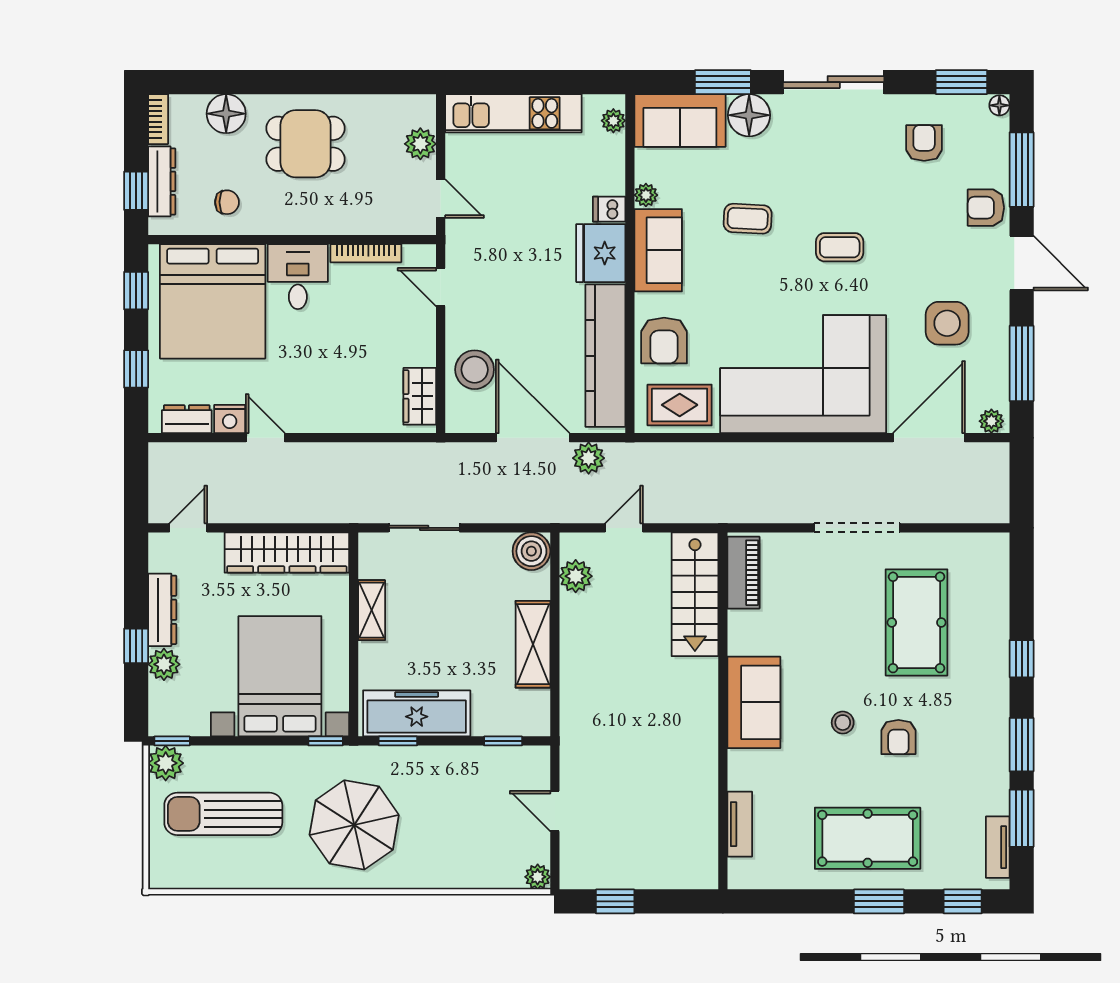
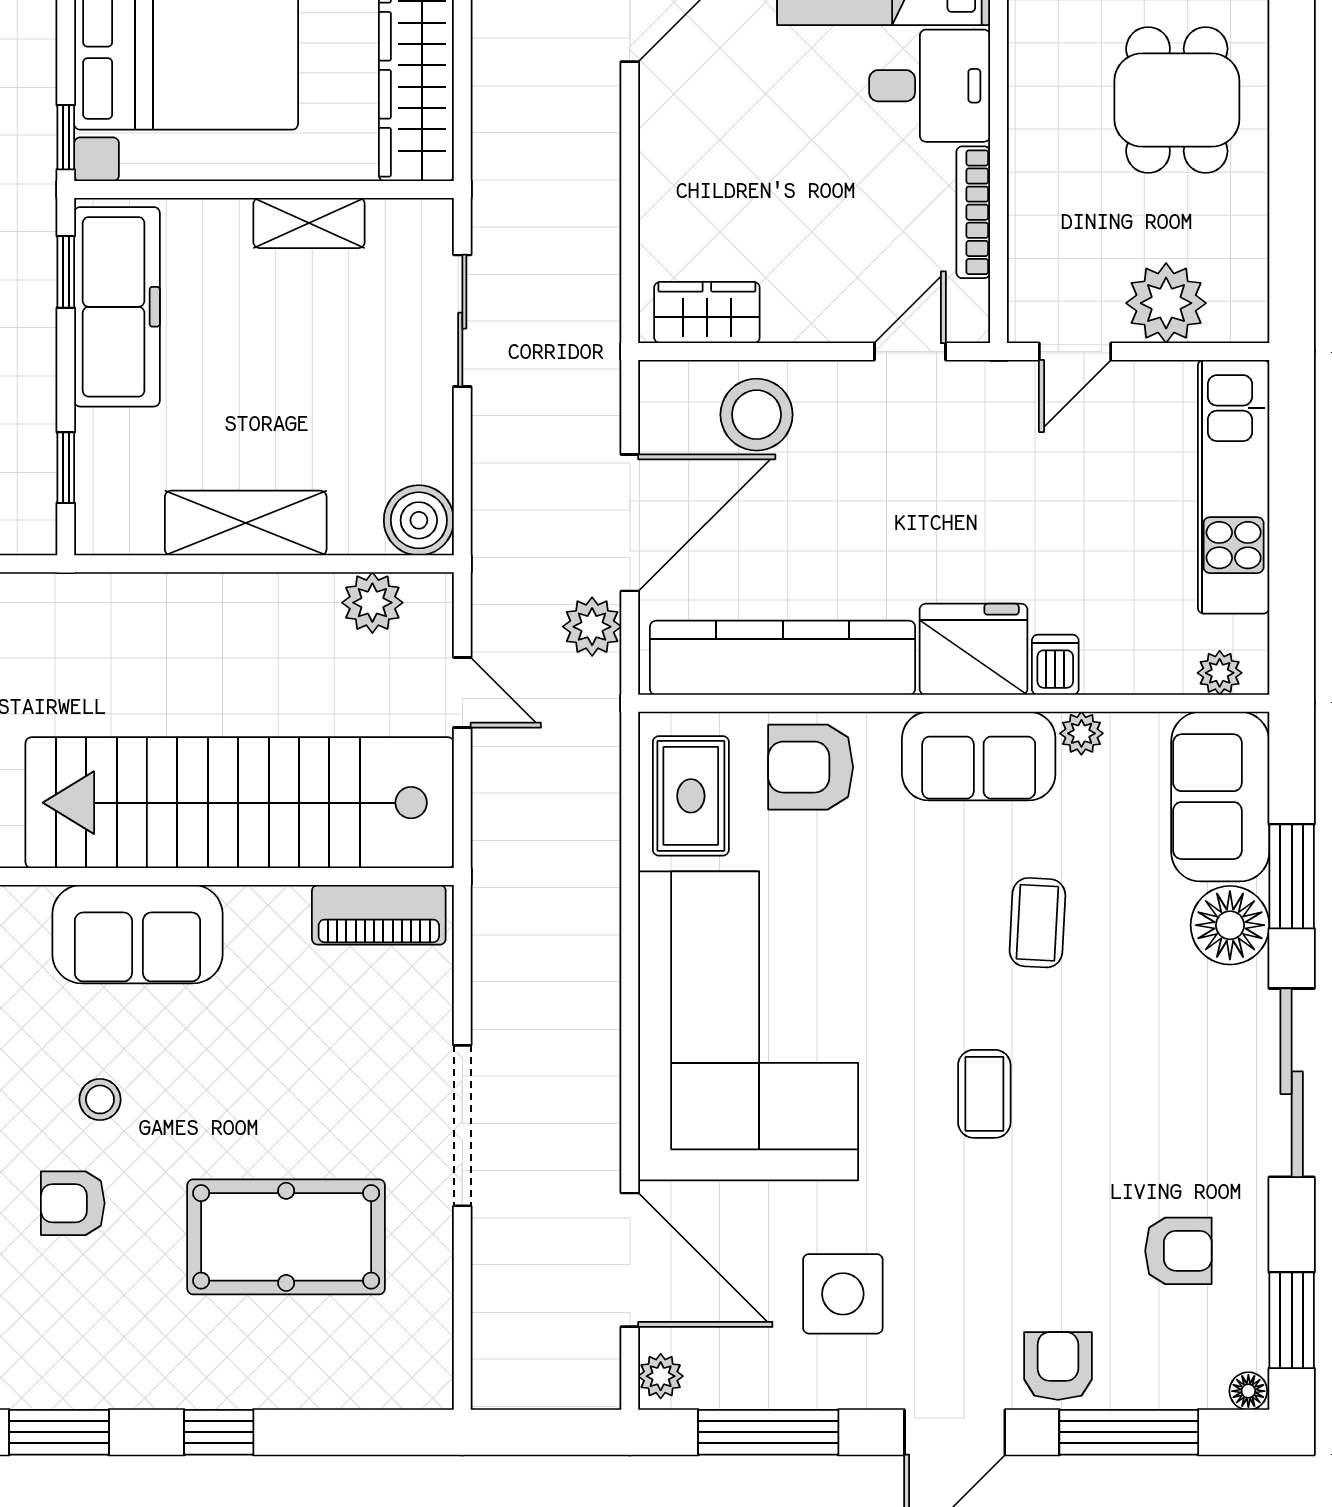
plant: (420, 144) -> (1166, 303), width x1.36, depth x1.36
stairs: (695, 594) -> (240, 803), width x1.86, depth x1.51

